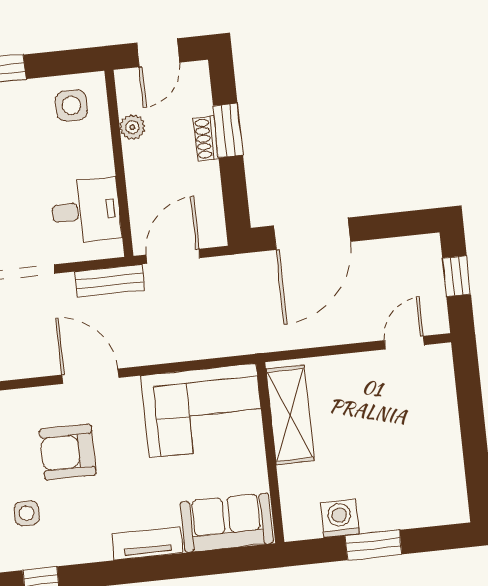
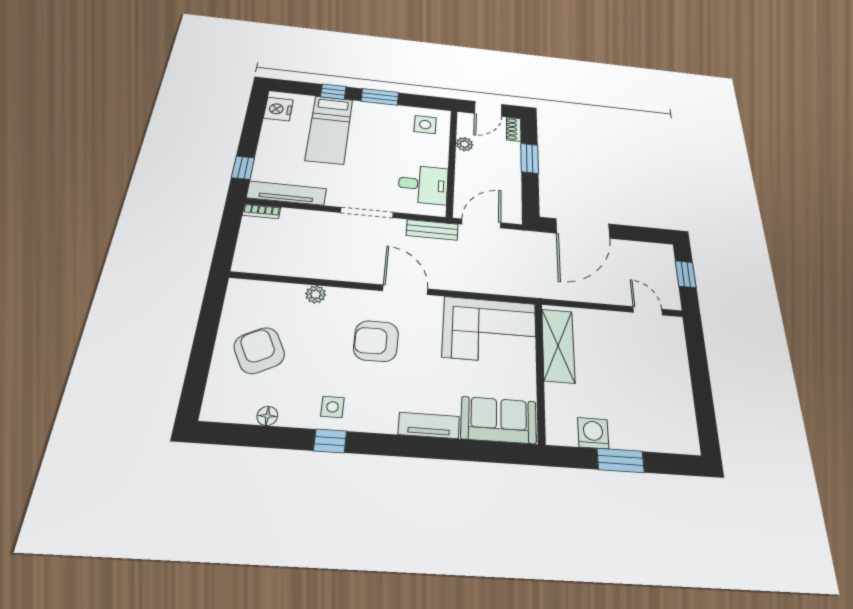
shoe rack: (206, 138) -> (514, 129), moved
door: (404, 343) -> (648, 311), hinge flipped
side table: (27, 513) -> (333, 407), moved

